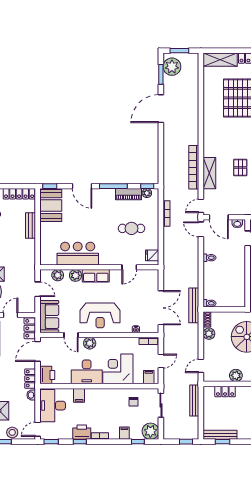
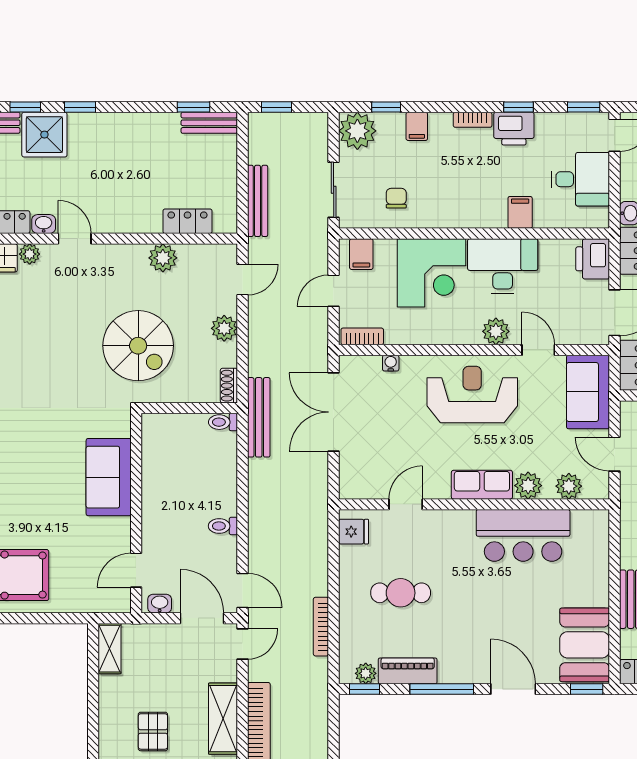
plant: (209, 334) -> (224, 328), moved
desk: (53, 406) -> (580, 179), width x0.73
bench: (220, 435) -> (209, 123), width x0.73

